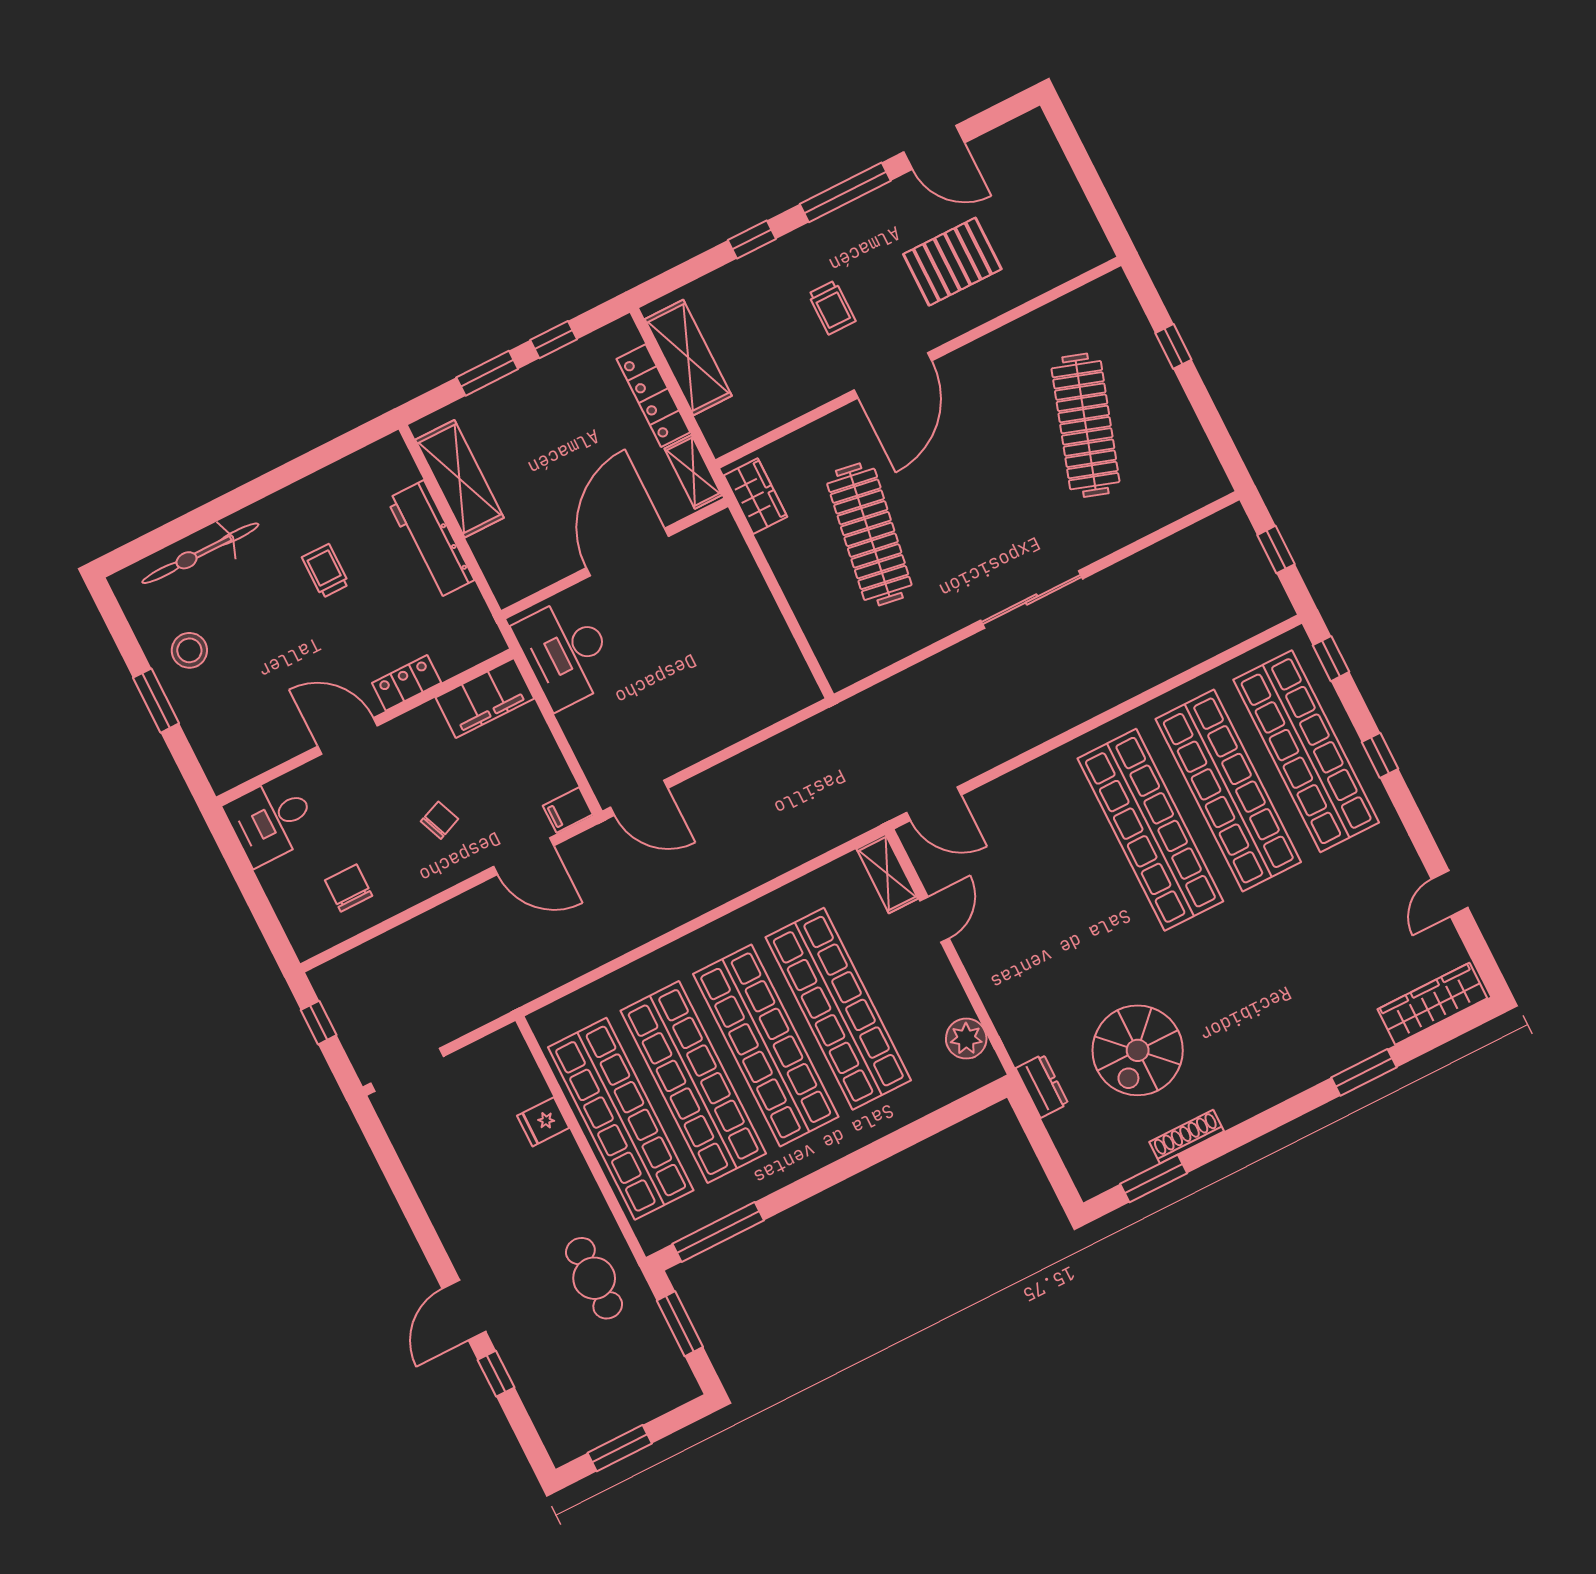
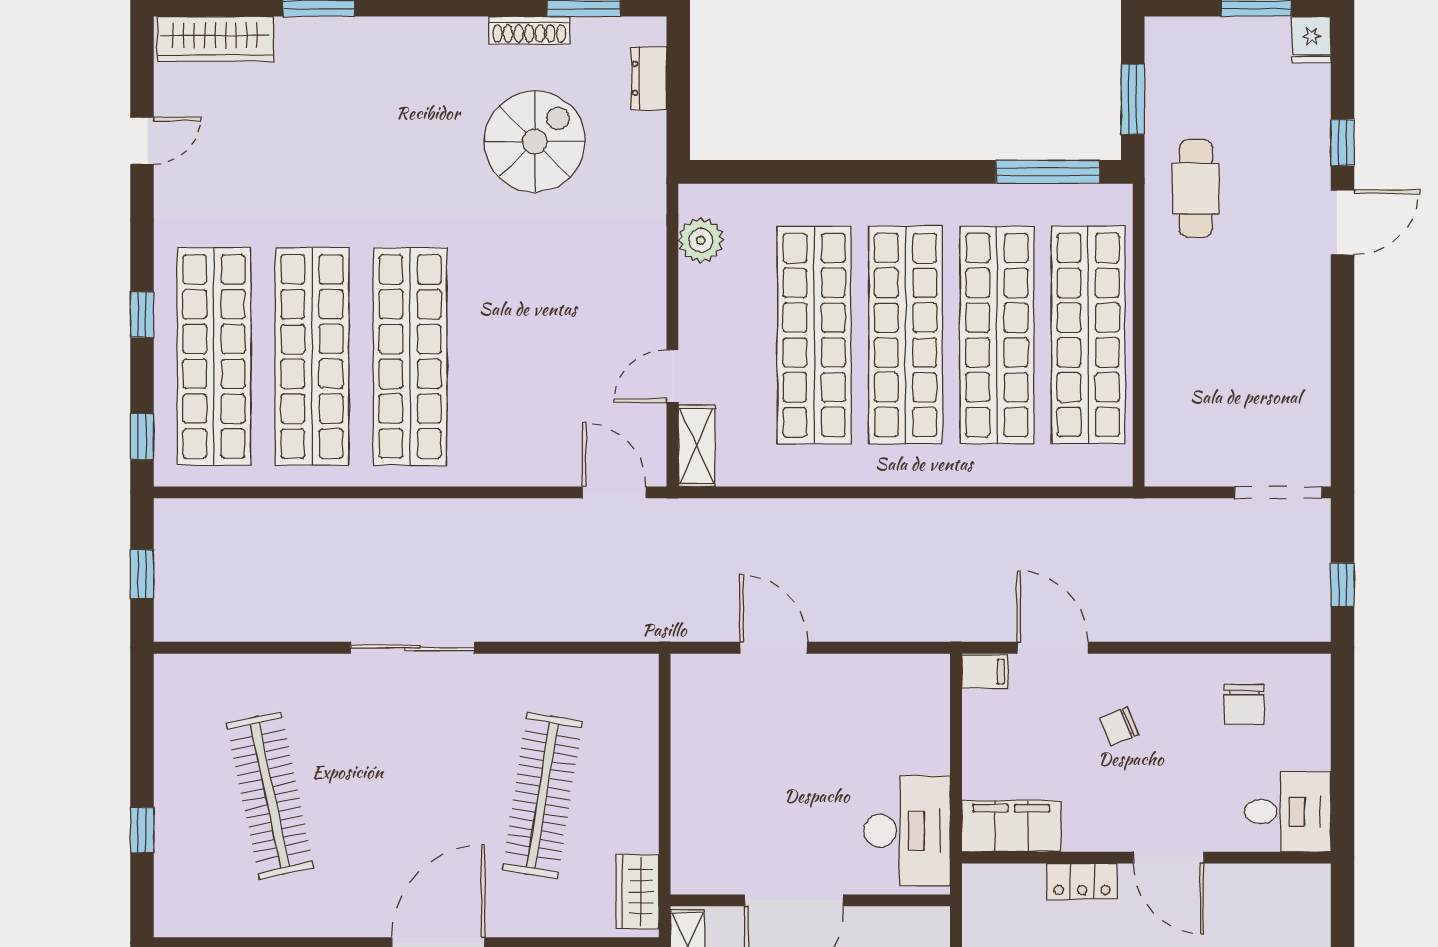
clothes rail: (1085, 425) -> (270, 795), turned -30
door: (639, 798) -> (774, 648), moved
dresser: (1042, 1086) -> (649, 78), moved
fridge: (543, 1122) -> (1311, 40), moved, turned 90

